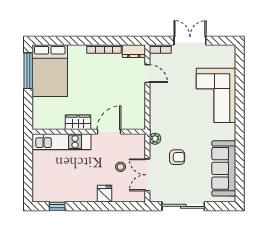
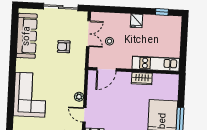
door: (109, 132) -> (106, 69), moved
plant: (155, 139) -> (79, 97), moved
fridge: (105, 194) -> (136, 21), moved

